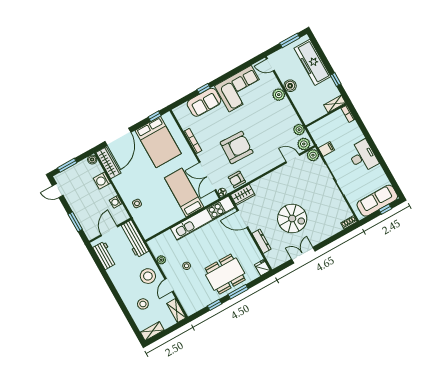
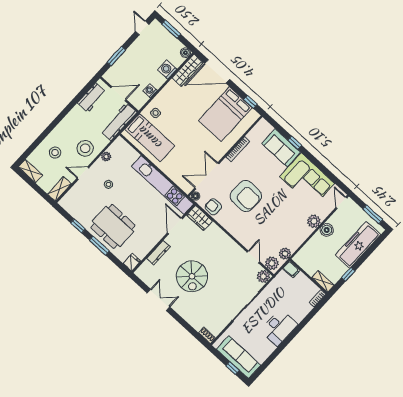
filing cabinet: (326, 149) -> (291, 269), moved
bed: (184, 192) -> (150, 138), moved, turned 90

